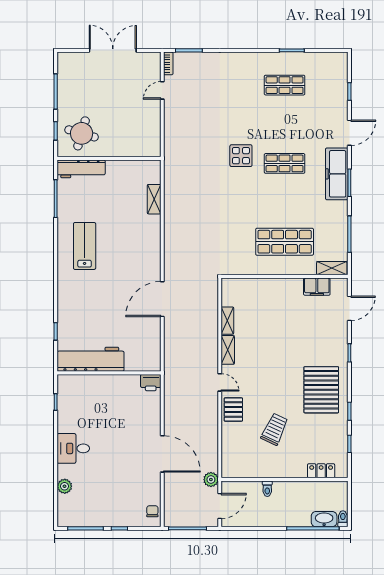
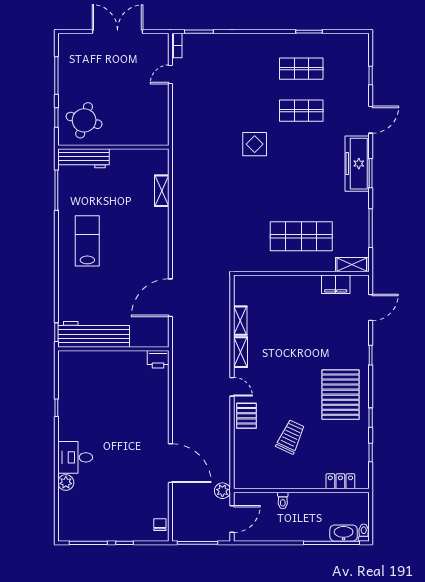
shop shelf: (285, 163) -> (301, 111), moved
workbench: (90, 359) -> (94, 334), moved
wall: (109, 373) -> (113, 349), moved
printer: (151, 383) -> (158, 359), moved
plant: (65, 486) -> (66, 482), moved

